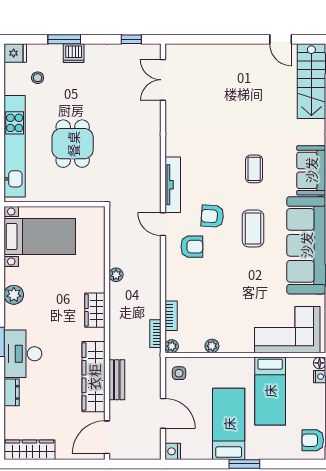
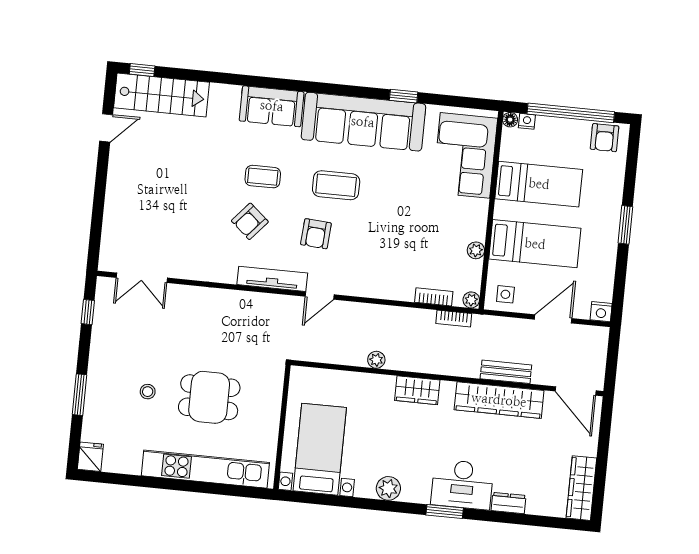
dishwasher: (74, 53) -> (98, 385), removed
stool: (38, 78) -> (148, 392), moved
armchair: (192, 247) -> (250, 221), moved, turned -139
bed: (229, 424) -> (535, 244), moved, turned 180

